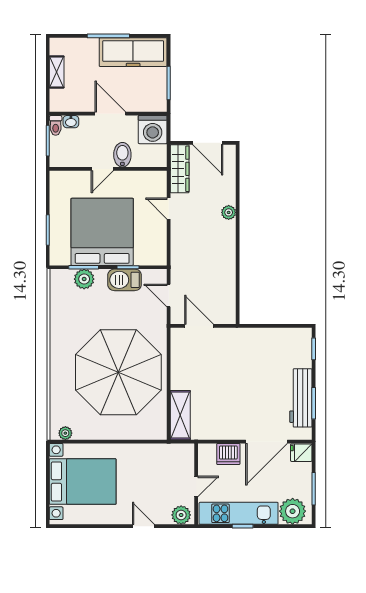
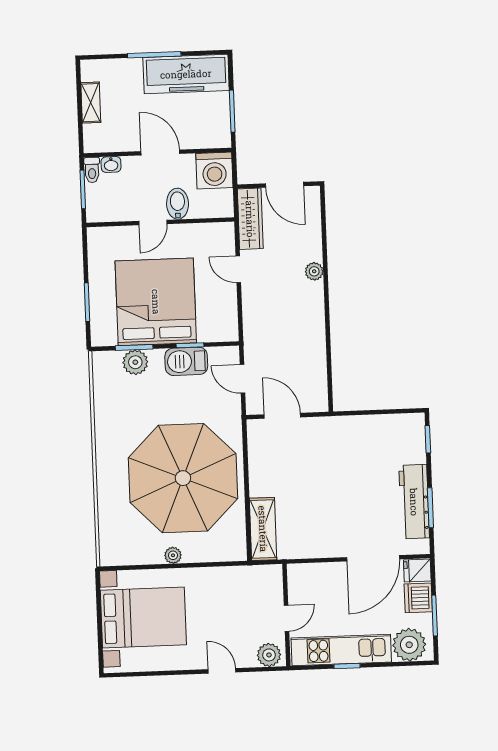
plant: (65, 433) -> (173, 555), moved
dishwasher: (228, 454) -> (418, 598), moved, turned 90

